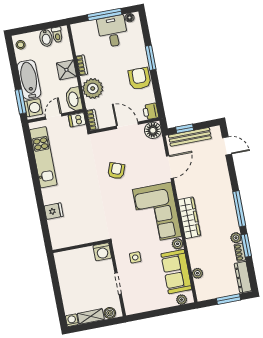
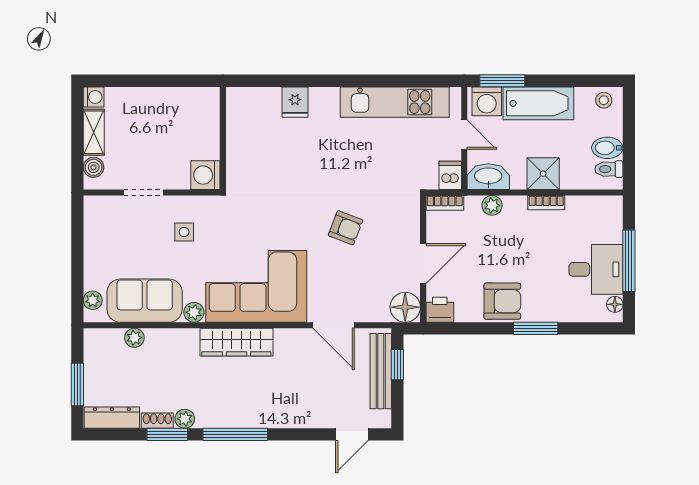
plant: (93, 88) -> (492, 205), width x0.53, depth x0.53

